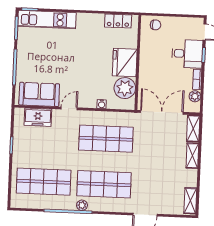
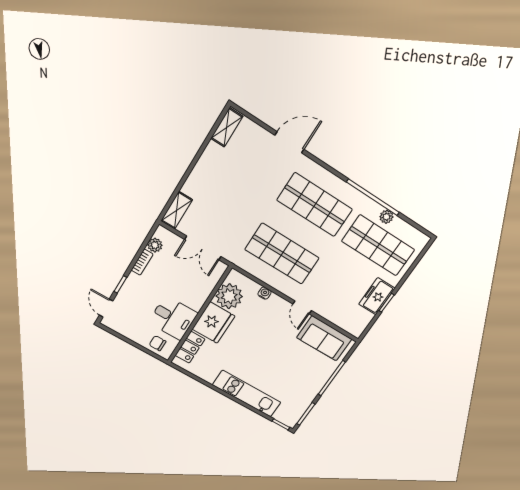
kitchen unit: (47, 19) -> (247, 394), moved
locker: (118, 21) -> (190, 347), moved, turned 90
desk: (187, 54) -> (173, 318), moved, turned 180
door: (69, 108) -> (302, 307), hinge flipped
double door: (162, 112) -> (203, 248), width x0.73
freezer: (38, 117) -> (377, 296), moved, turned -90
shelving: (192, 156) -> (195, 180), removed
plant: (82, 205) -> (386, 217), moved

